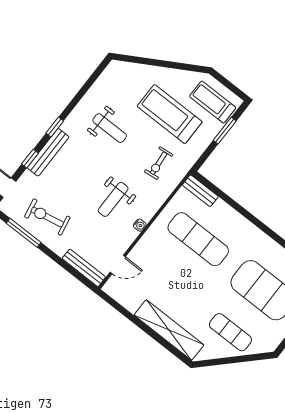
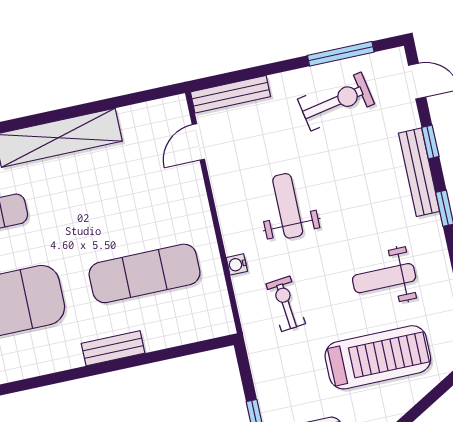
treadmill: (170, 114) -> (378, 357), moved
bench: (200, 191) -> (113, 348), moved
water cooler: (140, 225) -> (237, 264), moved

